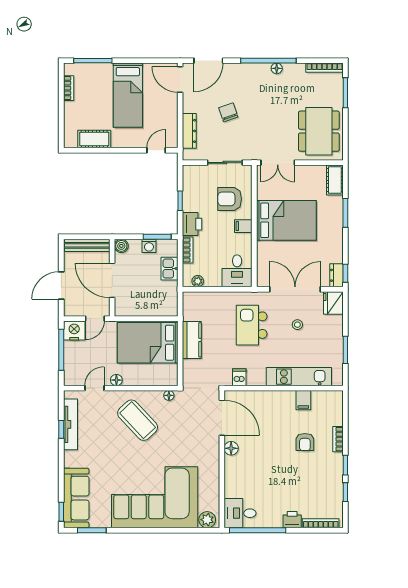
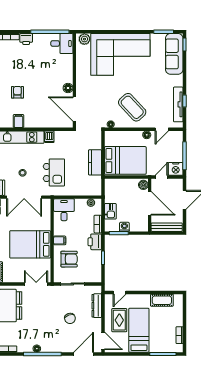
rug: (156, 110) -> (119, 320), added
boiler: (121, 246) -> (143, 185), moved
dishwasher: (239, 377) -> (49, 137), moved

